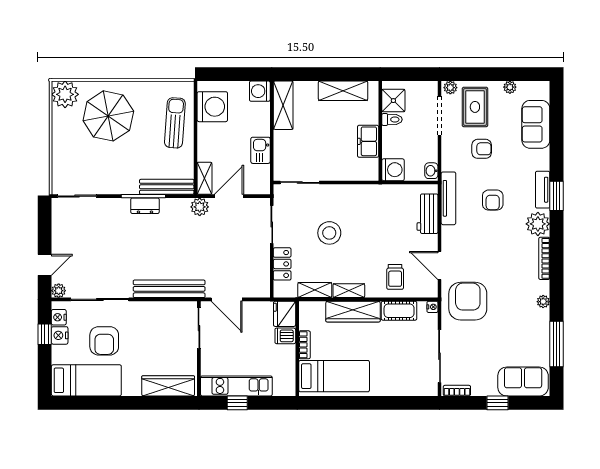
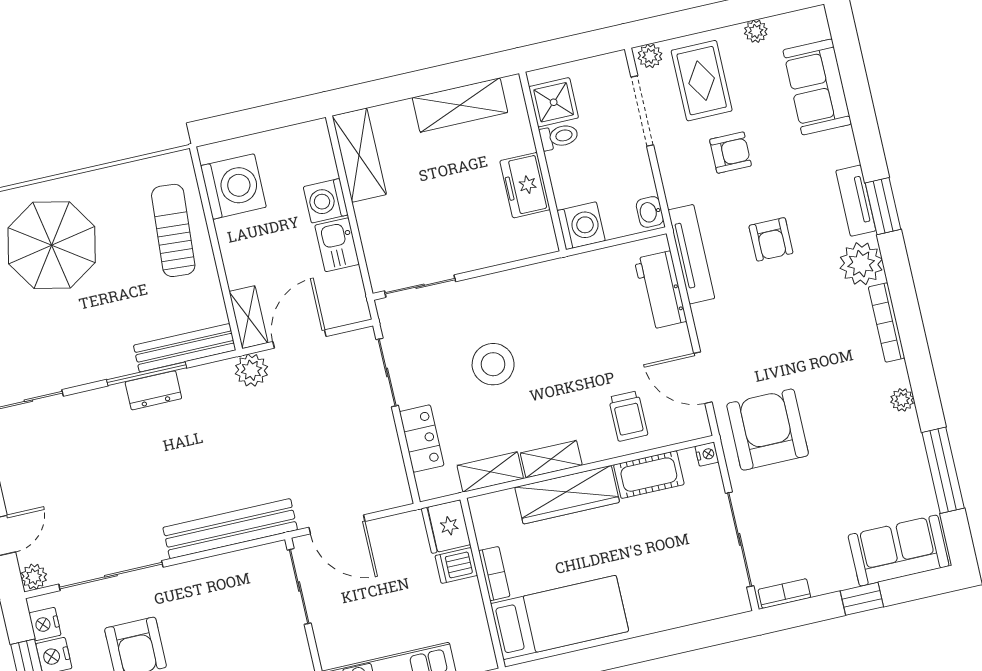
washing machine: (260, 91) -> (326, 201), moved

